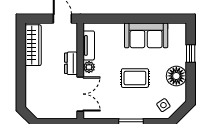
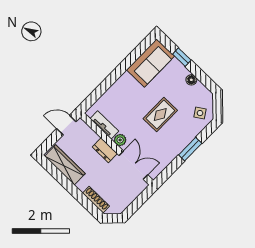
sofa: (146, 35) -> (151, 63), moved
floor lamp: (176, 76) -> (191, 80), width x0.53, depth x0.53
shoe rack: (30, 91) -> (96, 200), added

